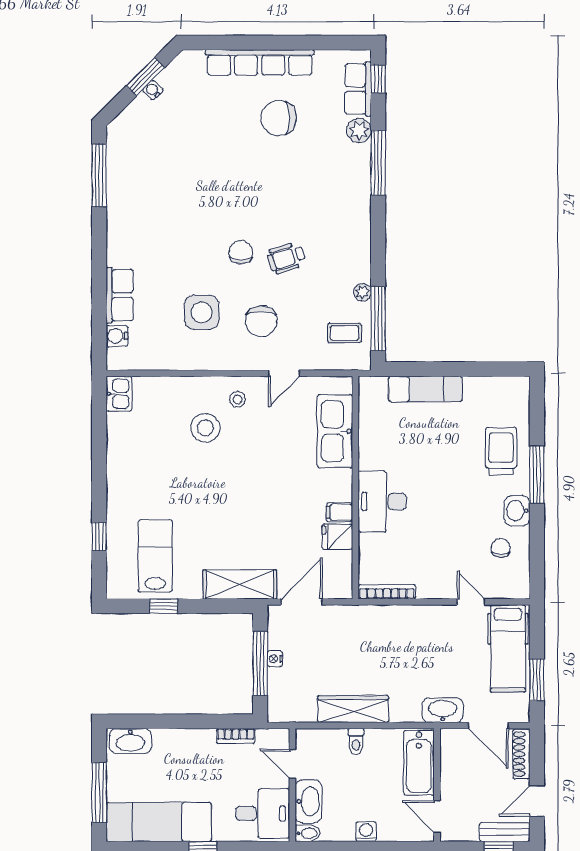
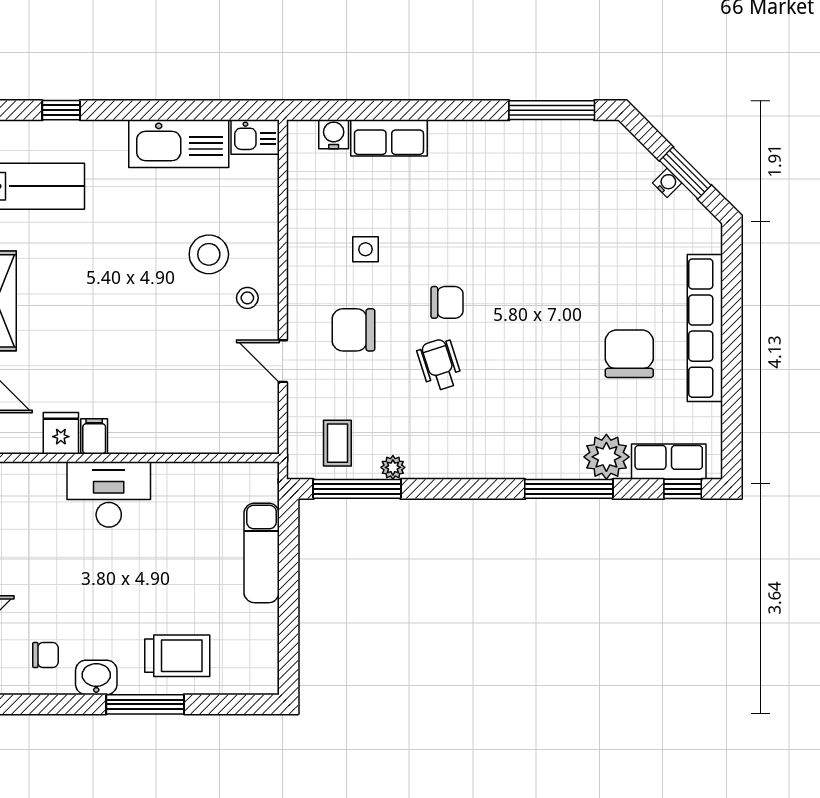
plant: (359, 130) -> (606, 457), width x1.36, depth x1.36
side table: (202, 312) -> (366, 249), width x0.54, depth x0.54
kitchen sink: (335, 431) -> (179, 144), moved, turned 180

